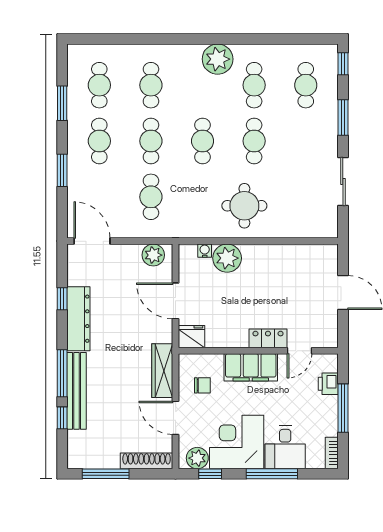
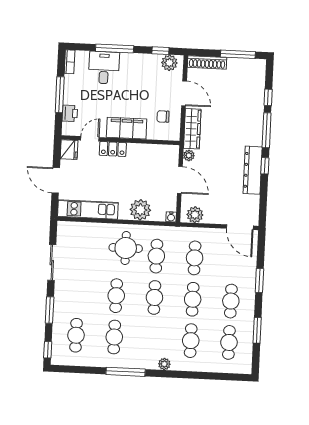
window: (237, 39) -> (126, 372), added
plant: (218, 59) -> (164, 364), moved, width x0.53, depth x0.53
cafe table: (203, 197) -> (156, 256), added
water cooler: (205, 251) -> (171, 217), moved
kitchen unit: (298, 255) -> (88, 209), added
window: (62, 299) -> (265, 166), moved
plant: (165, 334) -> (189, 155), added
fridge: (192, 337) -> (69, 150), moved, turned -90
bench: (76, 391) -> (257, 117), removed
corner desk: (237, 442) -> (140, 73), removed

